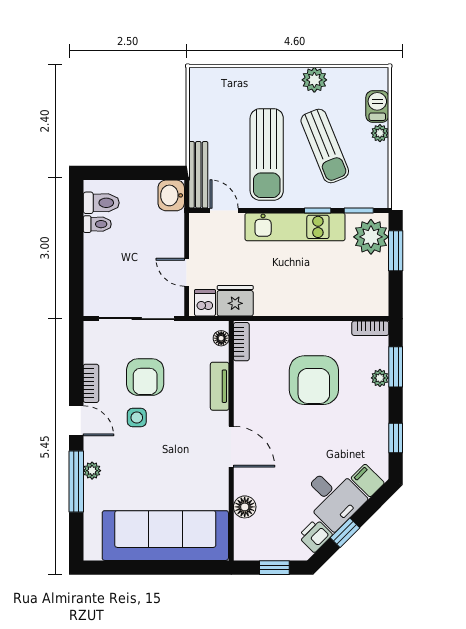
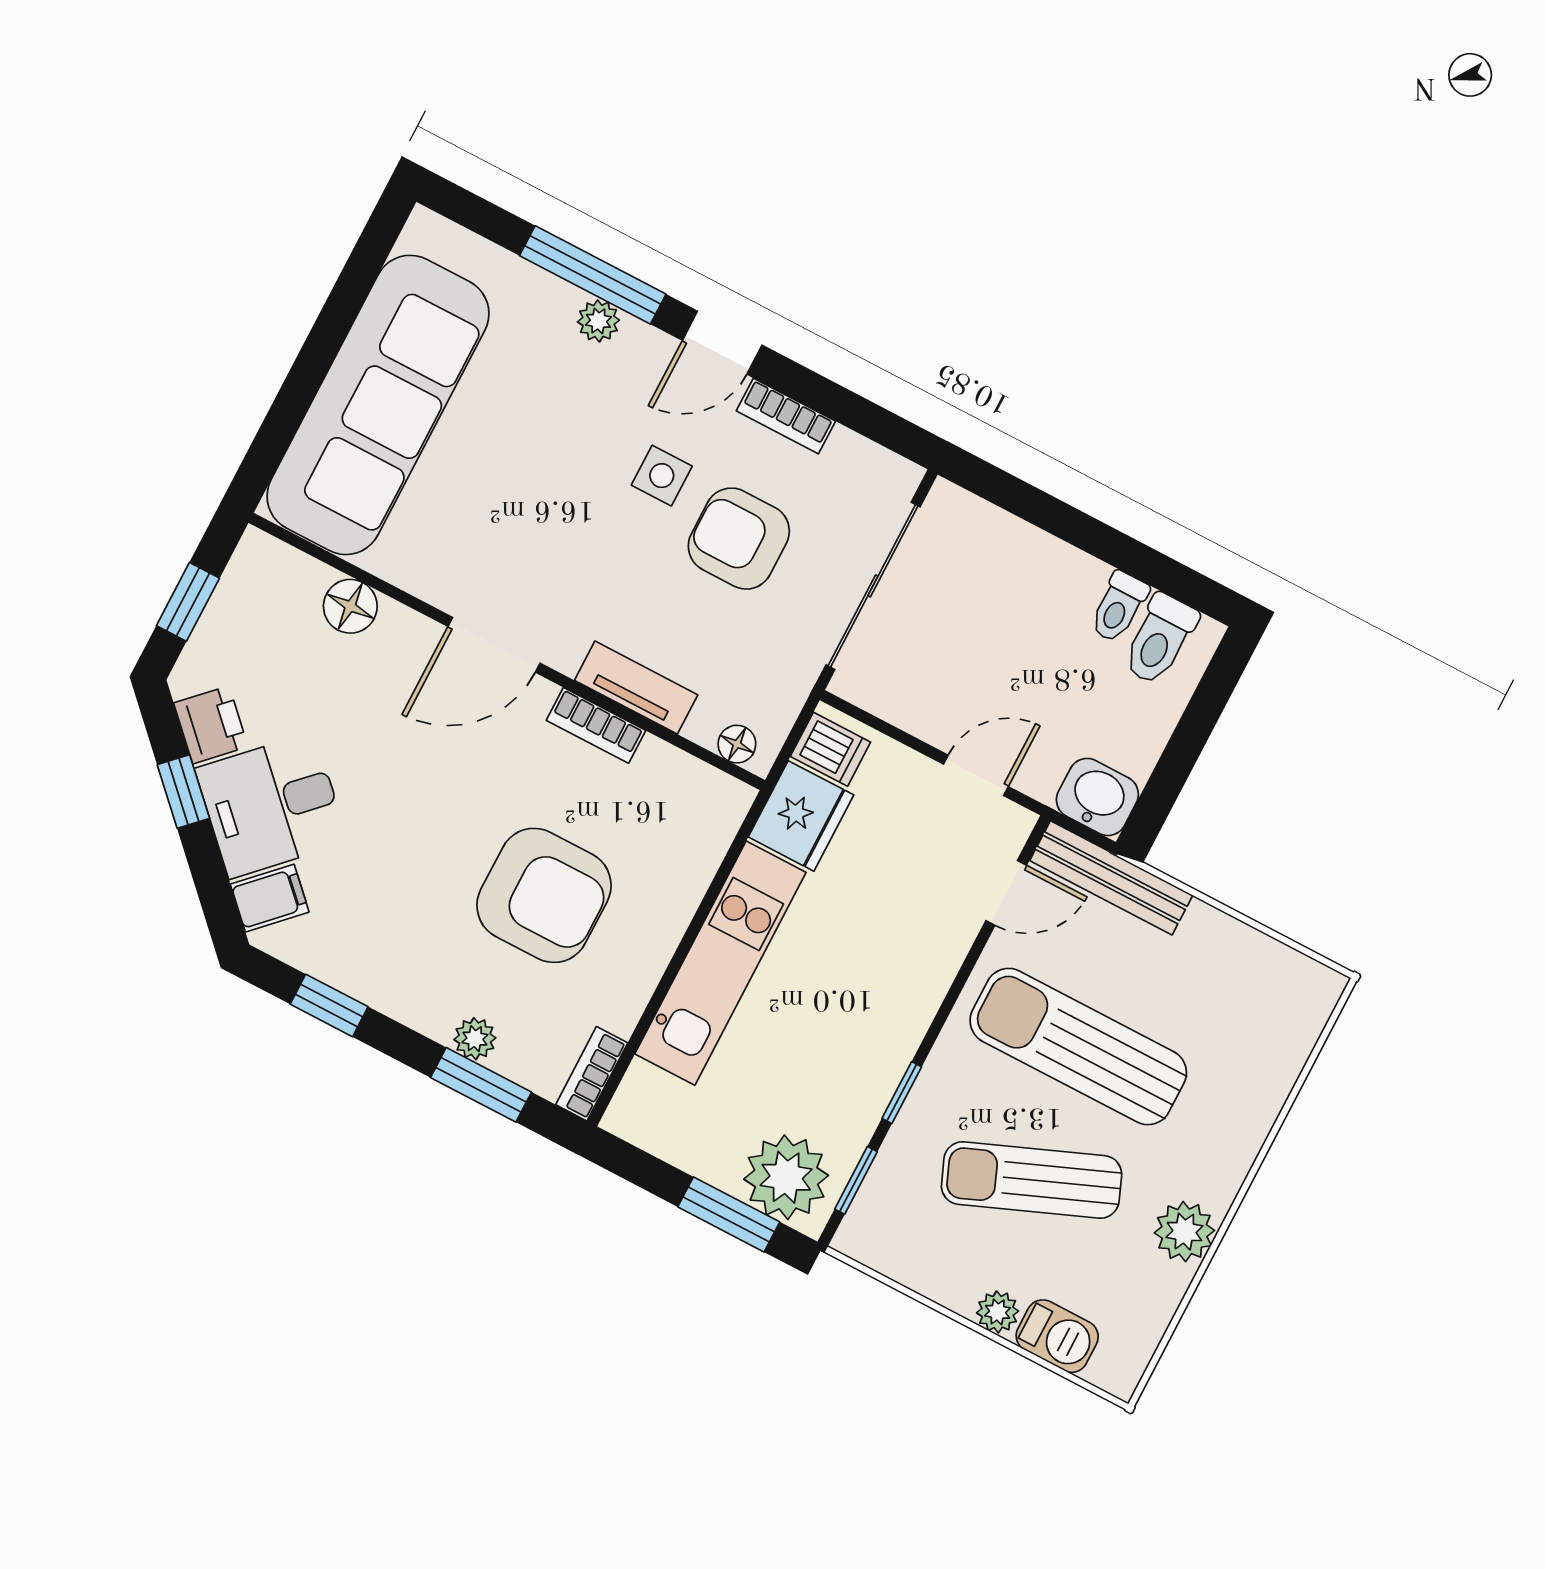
kitchen unit: (295, 227) -> (720, 963), moved, turned 180
door: (187, 272) -> (976, 775), moved
bookcase: (241, 342) -> (596, 725), moved
armchair: (314, 380) -> (544, 895), turned 180

